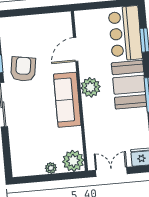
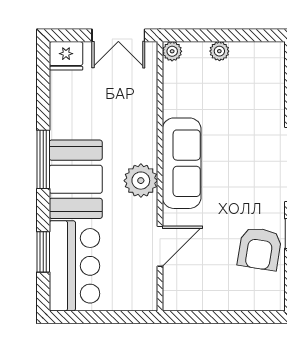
armchair: (23, 69) -> (260, 249), moved
plant: (73, 161) -> (172, 51), width x0.53, depth x0.53

